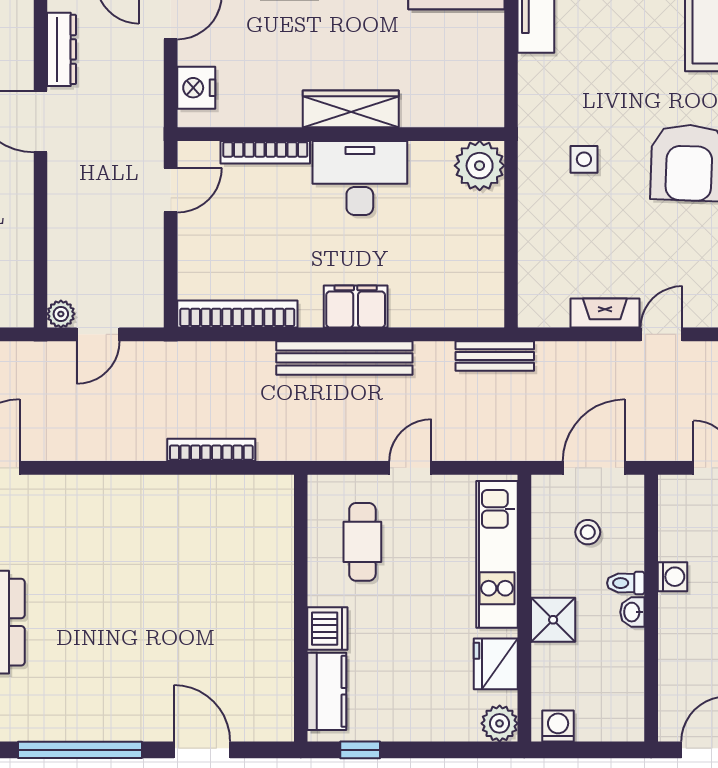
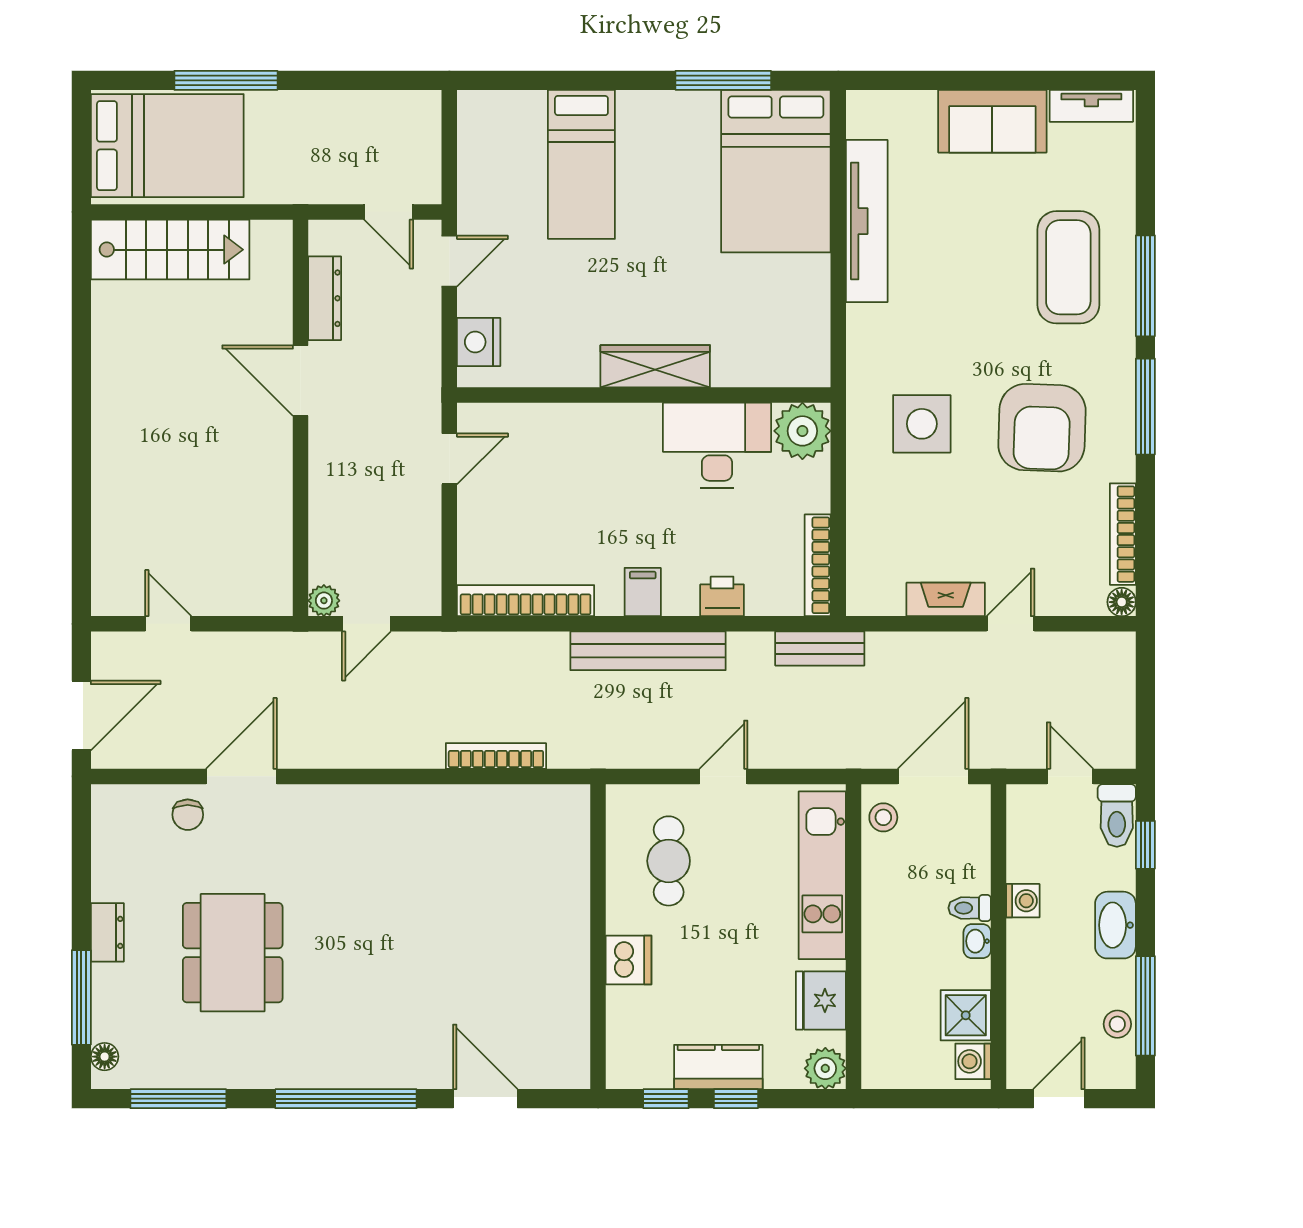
bookcase: (265, 152) -> (818, 565), moved, turned 90
side table: (584, 159) -> (922, 424), width x1.87, depth x1.87
desk: (360, 178) -> (717, 445), moved
filing cabinet: (356, 307) -> (643, 592), width x0.50
printer: (409, 310) -> (722, 596), added
stool: (588, 532) -> (883, 817), moved
shower: (553, 620) -> (966, 1015), moved
kitchen counter: (327, 691) -> (718, 1067), moved, turned -90
washing machine: (558, 726) -> (973, 1061), moved, turned -90
window: (421, 750) -> (736, 1099), added

